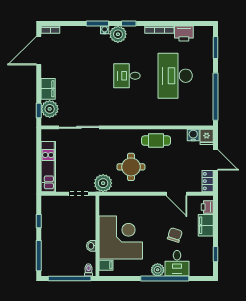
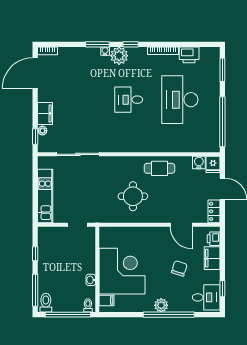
plant: (50, 109) -> (42, 131), width x0.53, depth x0.53
plant: (103, 183) -> (103, 213), removed
desk: (177, 263) -> (206, 297), moved, turned -90
toilet: (49, 267) -> (46, 303), added

